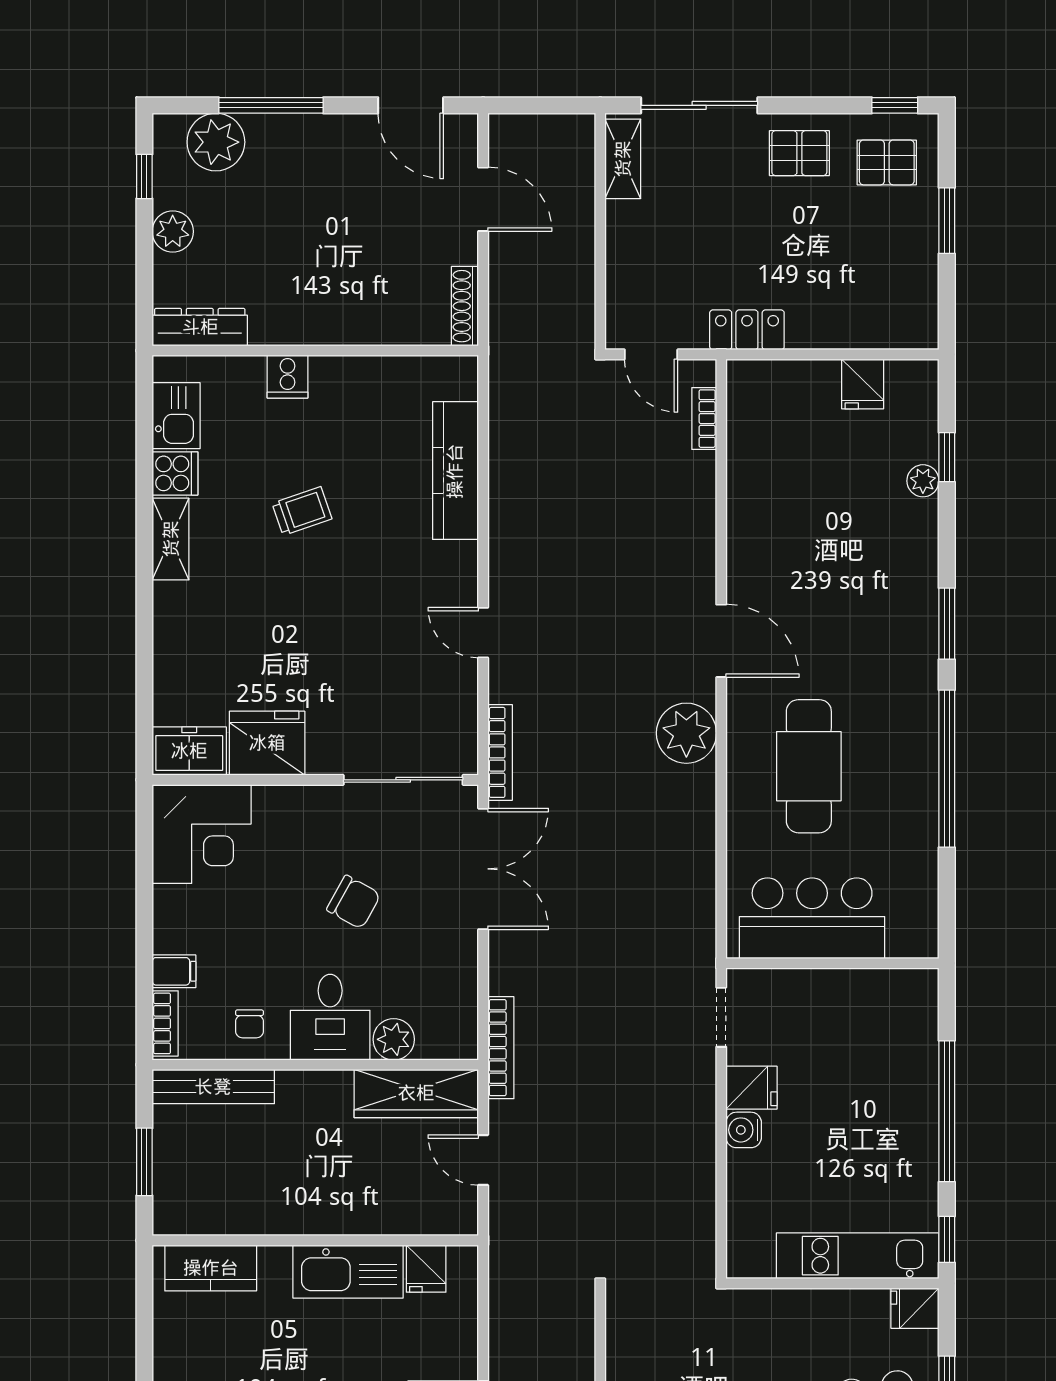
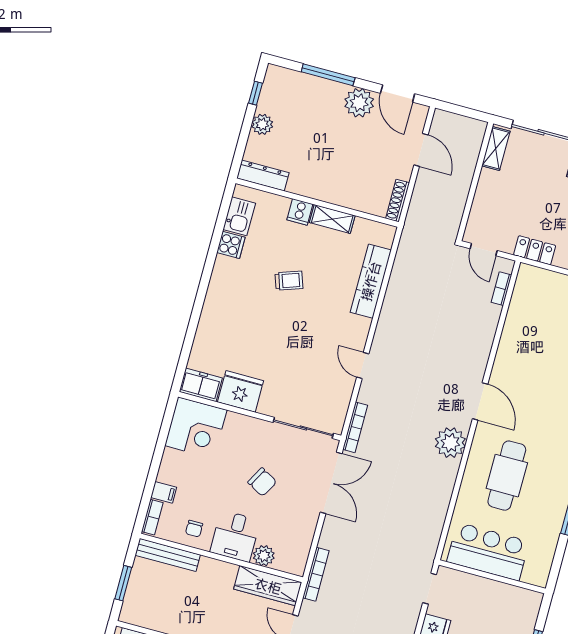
plant: (216, 142) -> (359, 103), moved
shelving: (171, 539) -> (332, 219), moved, turned 90

